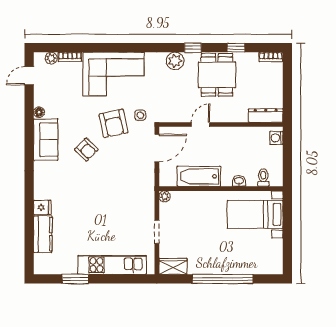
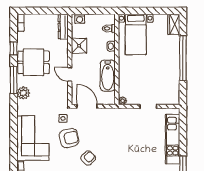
window: (193, 48) -> (14, 80), width x2.17
shower: (240, 137) -> (79, 46), added
wardrobe: (173, 266) -> (174, 24), moved

